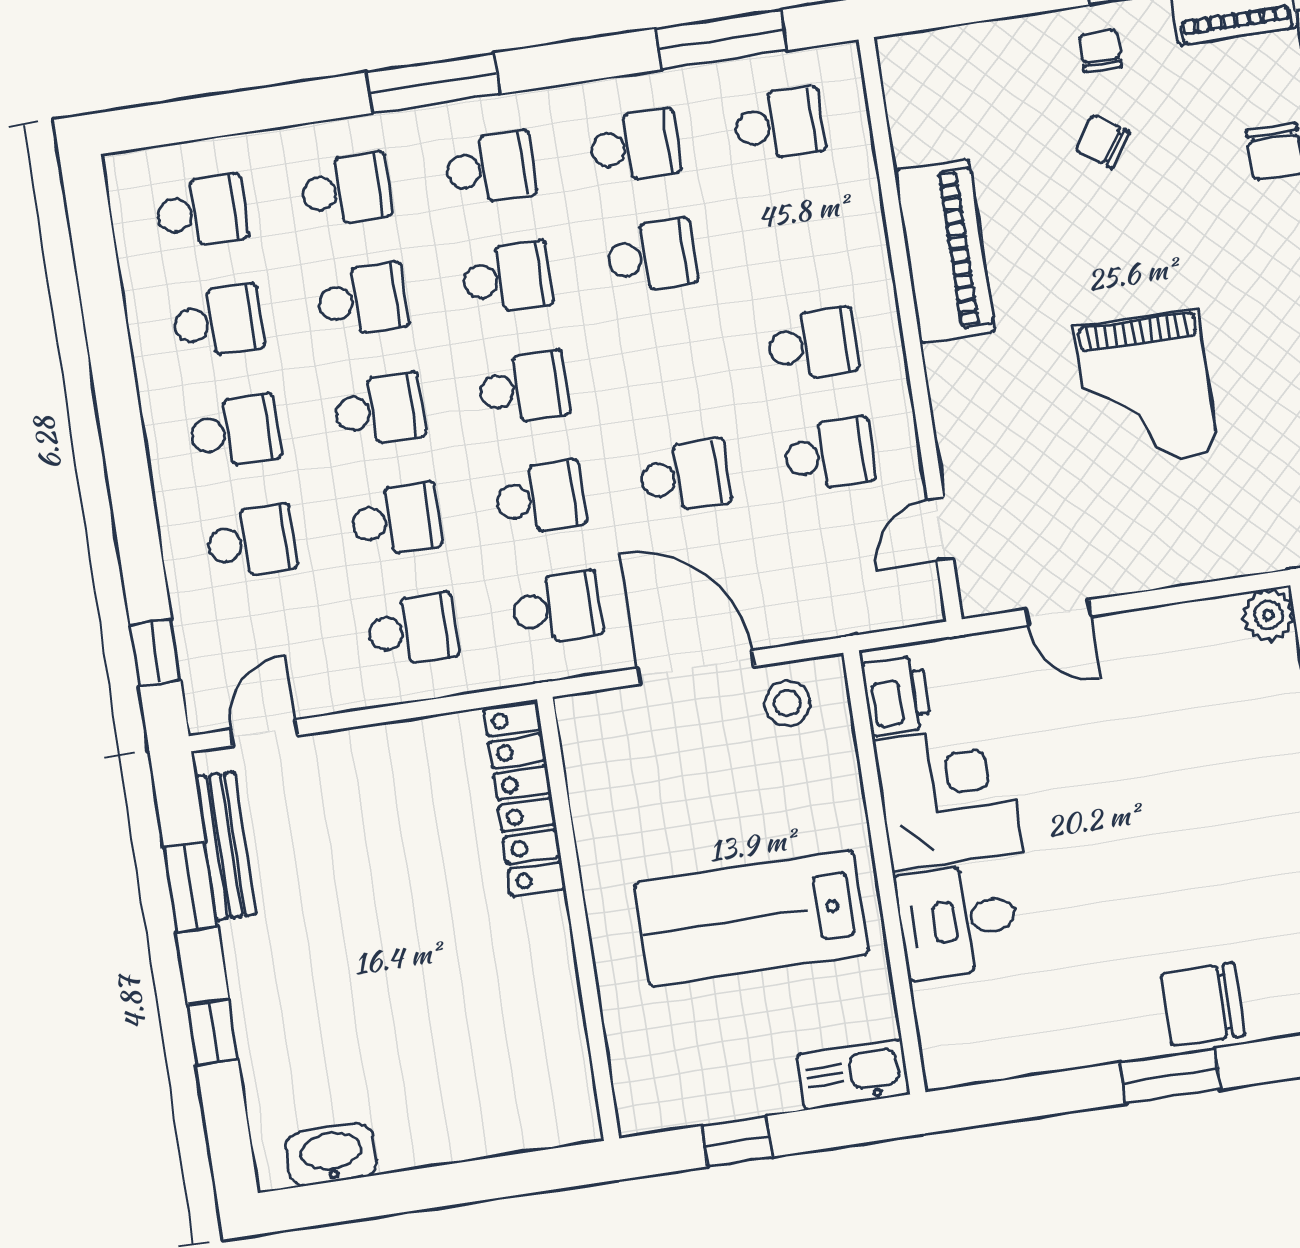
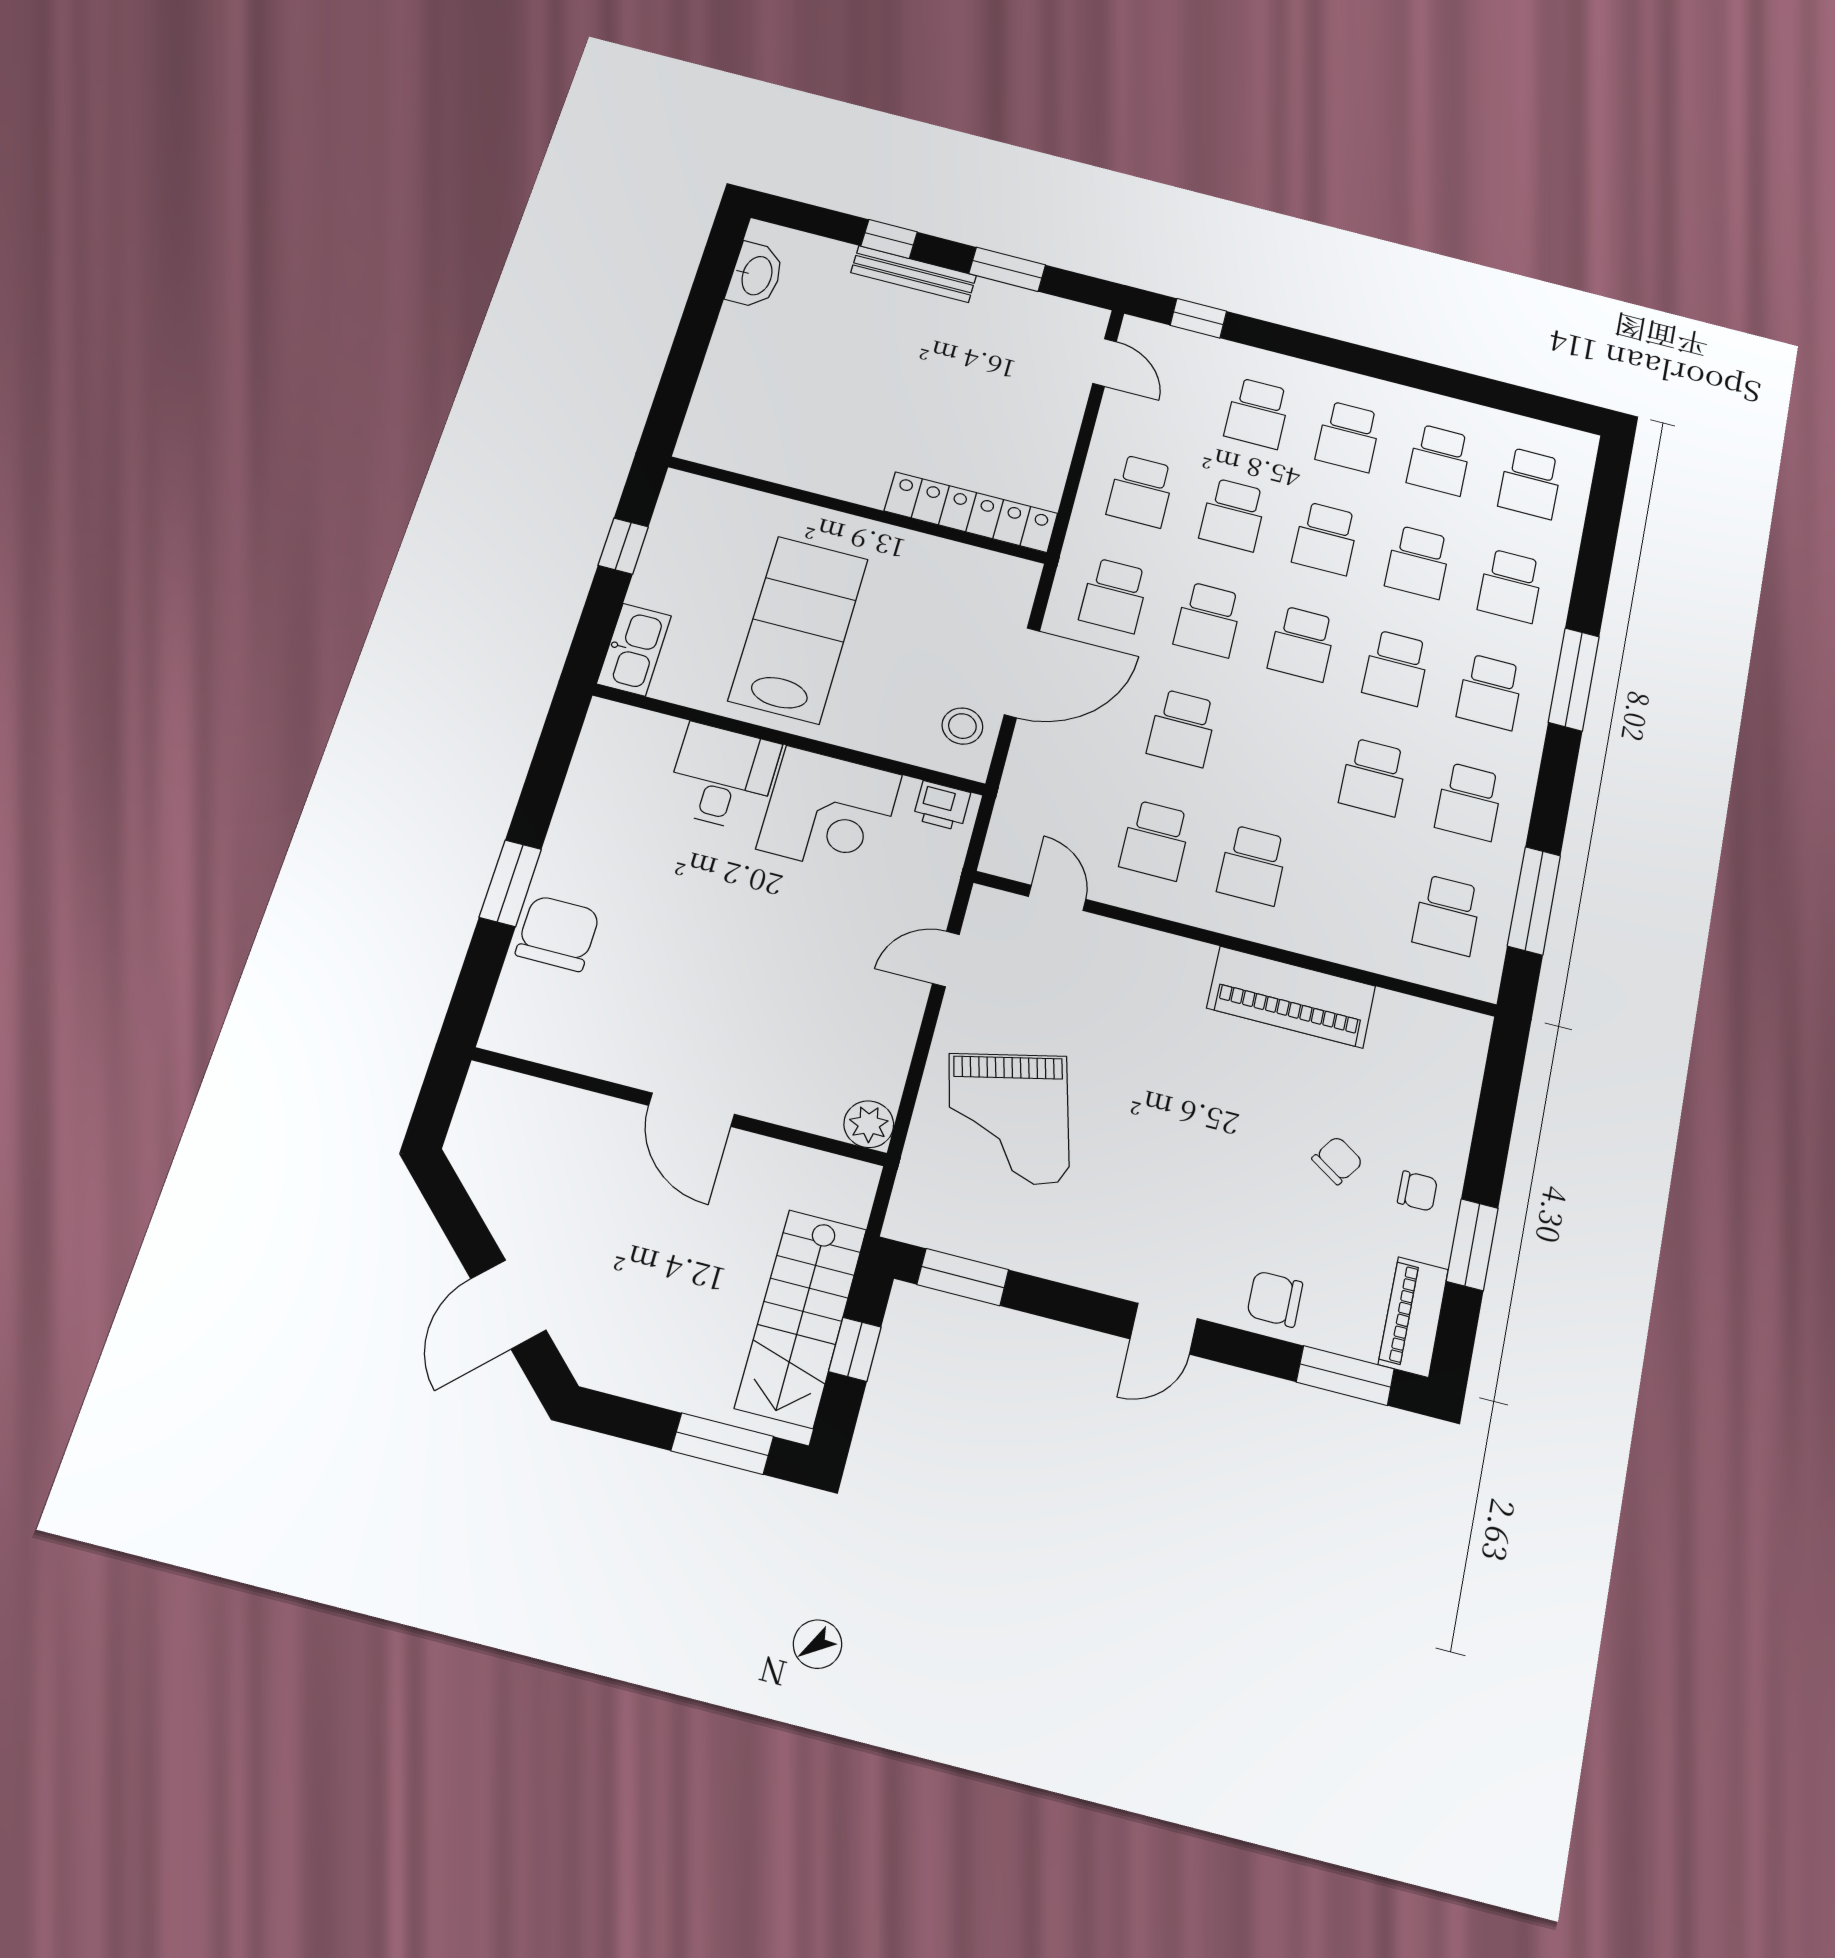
grand piano: (1146, 390) -> (1009, 1119), moved, turned -104
printer: (896, 696) -> (942, 806), width x0.73, depth x0.81
bench: (226, 846) -> (914, 274), moved

